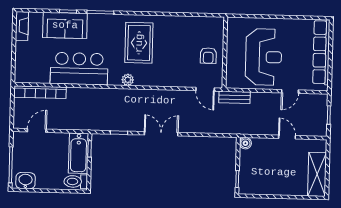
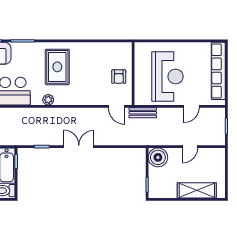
door: (287, 137) -> (190, 147), swing flipped
boiler: (245, 143) -> (158, 157), width x1.86, depth x1.86
shelving: (317, 174) -> (197, 190), moved, turned 90

